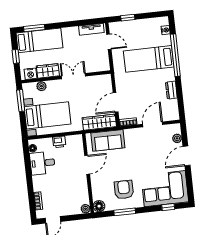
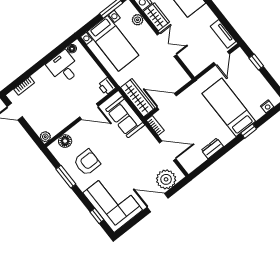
window: (175, 55) -> (249, 131), width x0.32
plant: (177, 138) -> (166, 179), width x1.88, depth x1.88
printer: (59, 142) -> (107, 86), moved
floor lamp: (99, 206) -> (65, 141), moved

